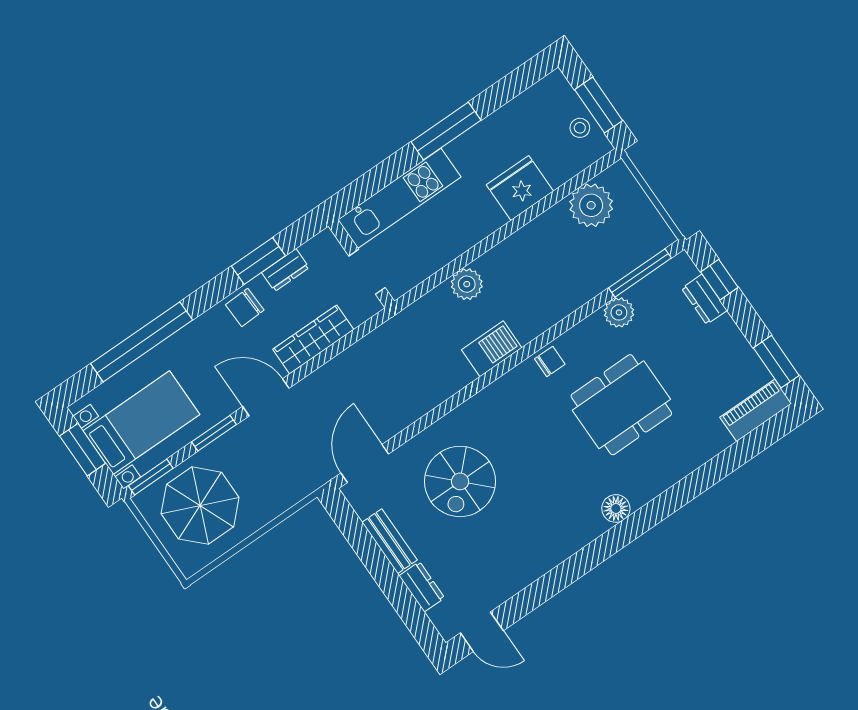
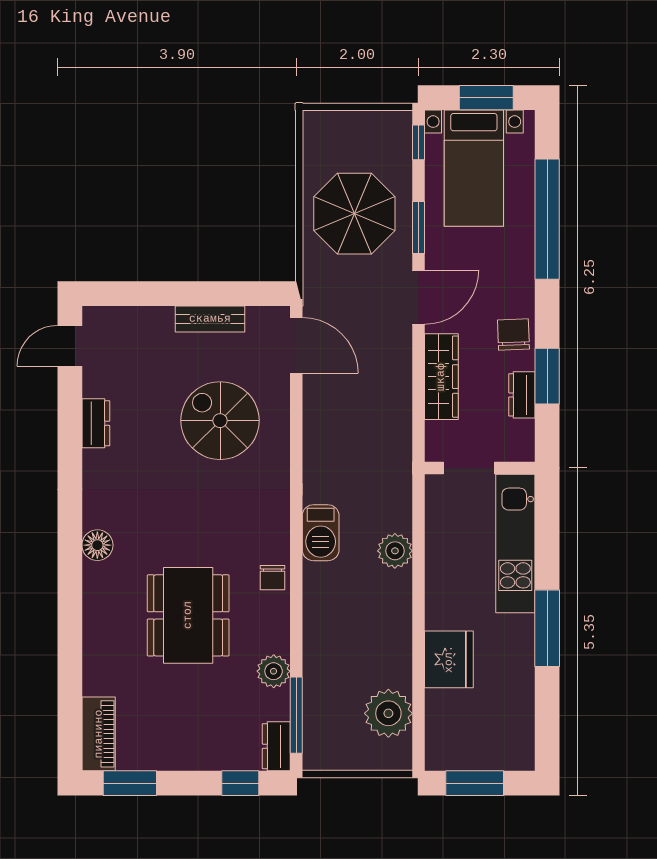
stool: (580, 128) -> (466, 752), removed
dresser: (704, 299) -> (276, 746), moved, turned -90
window: (151, 477) -> (419, 142), width x0.67
parasol: (200, 506) -> (354, 214), moved
dresser: (422, 587) -> (96, 423), moved, turned -90

